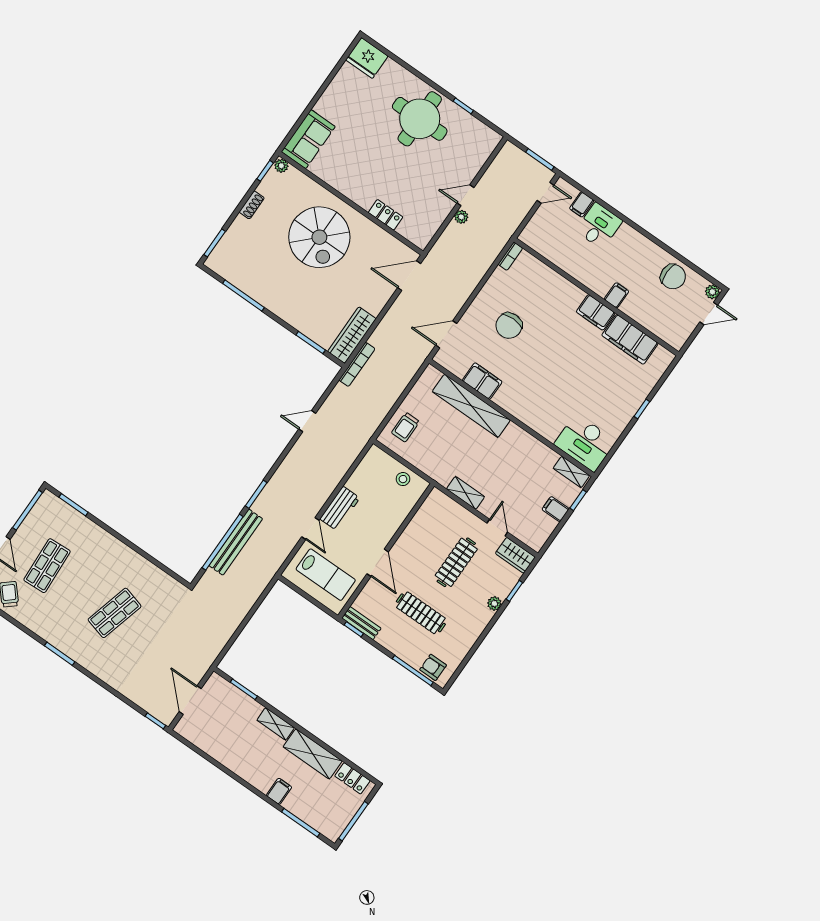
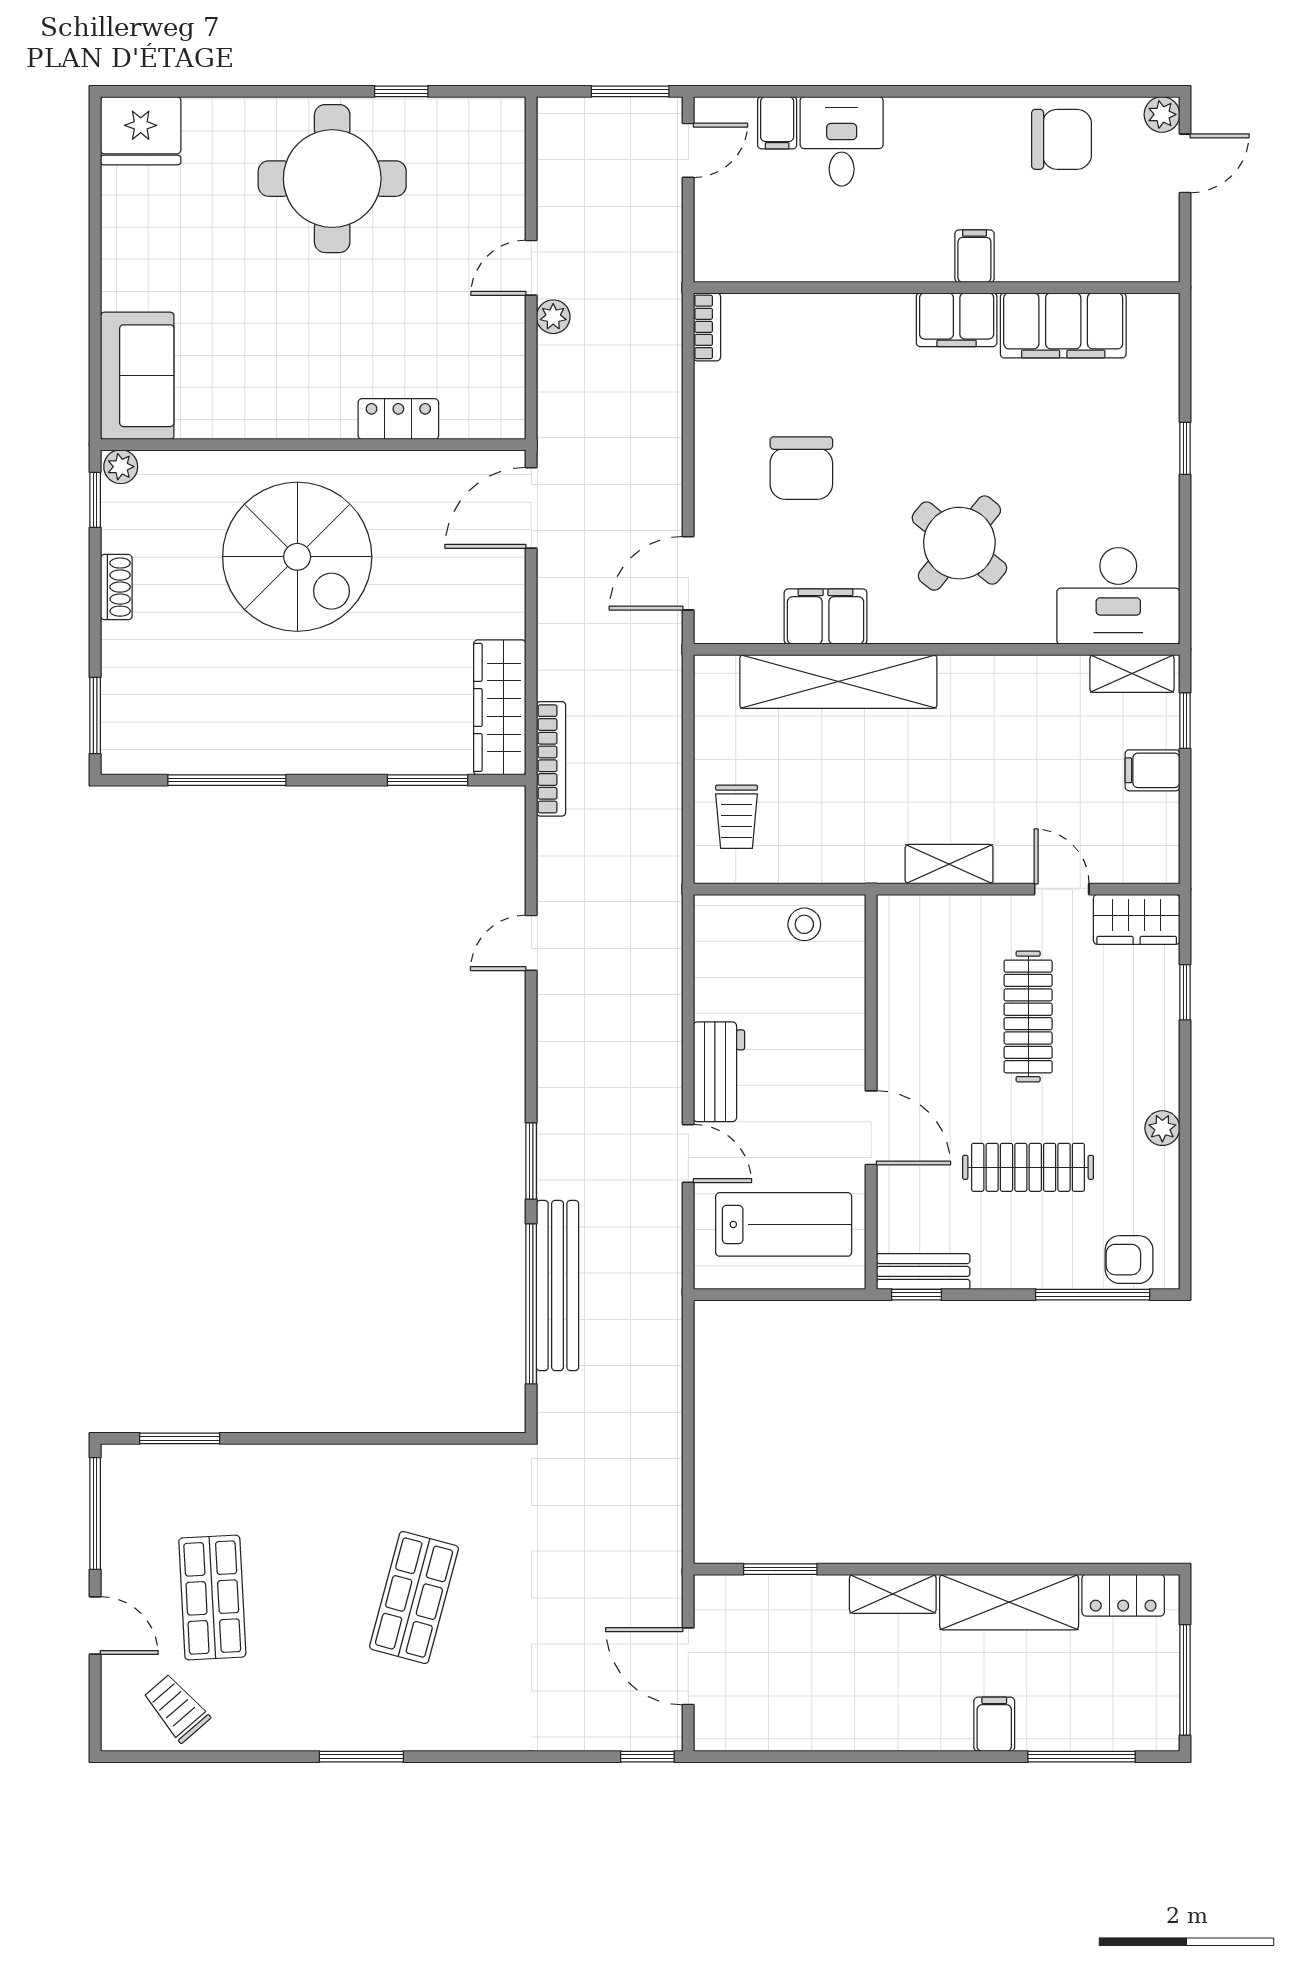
round table: (544, 388) -> (959, 543), added
plant: (494, 604) -> (1162, 1128), moved

